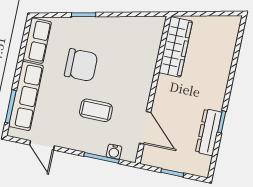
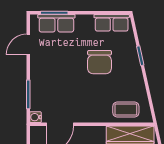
row of seats: (26, 96) -> (56, 23), width x0.68
coffee table: (96, 110) -> (126, 109), moved, turned 90
water cooler: (114, 152) -> (35, 117), moved

